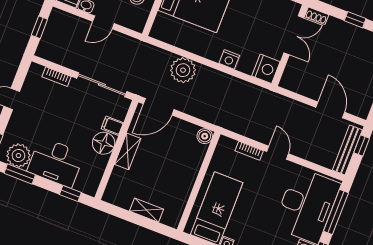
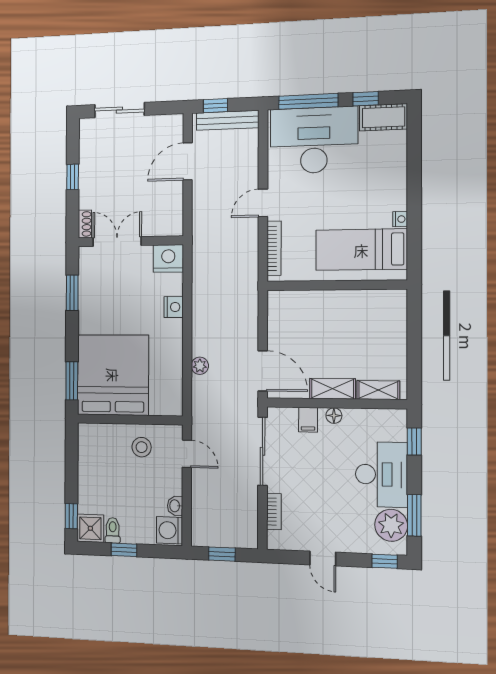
door: (103, 22) -> (187, 454), moved
plant: (183, 70) -> (200, 366), width x0.53, depth x0.53
boiler: (205, 136) -> (277, 300), removed
floor lamp: (104, 143) -> (334, 416), width x0.53, depth x0.53
bookcase: (249, 151) -> (274, 248), width x1.56
shelving: (146, 210) -> (378, 390), moved, turned 90

